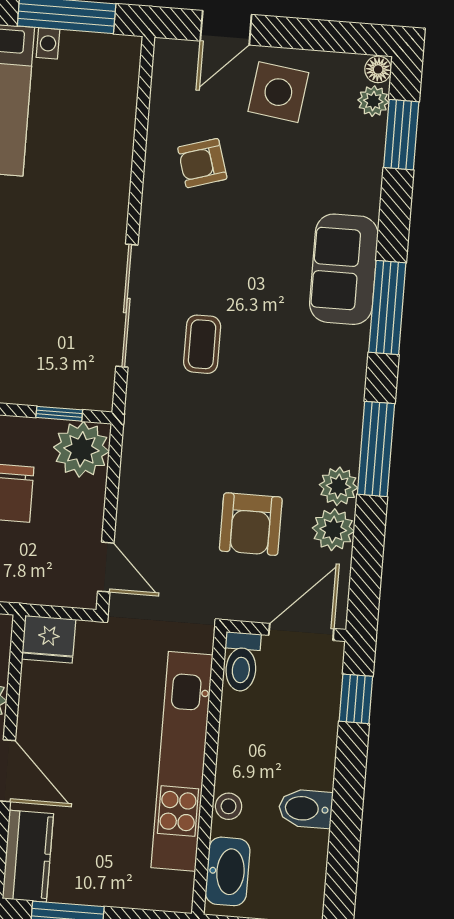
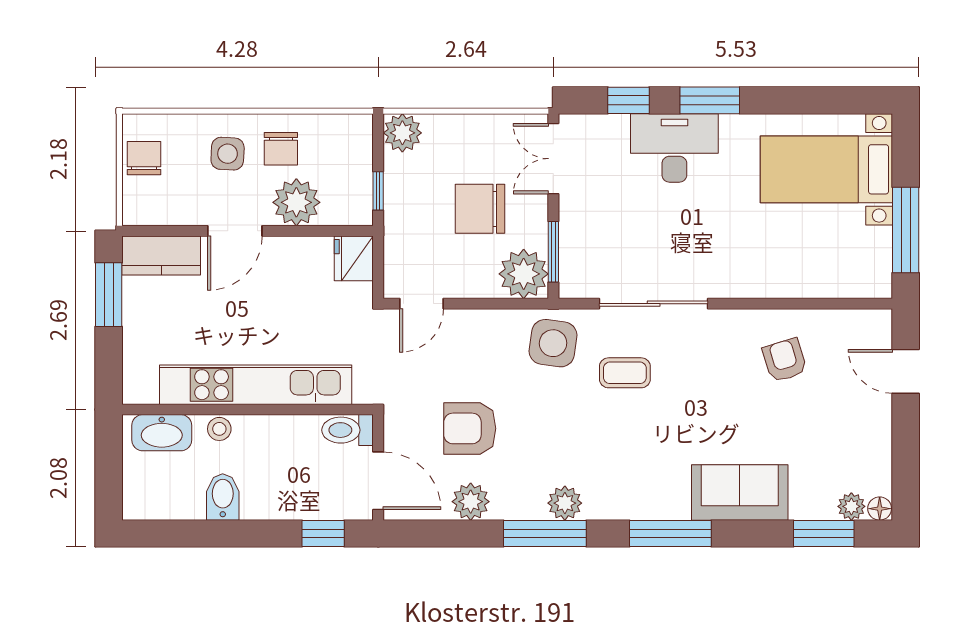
side table: (278, 92) -> (553, 343), moved
sofa: (344, 269) -> (740, 492), moved
window: (59, 414) -> (553, 252), width x1.50
plant: (338, 486) -> (565, 503), moved

